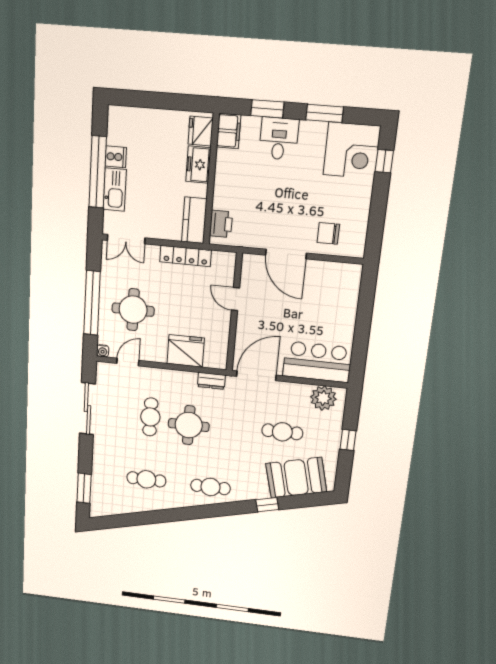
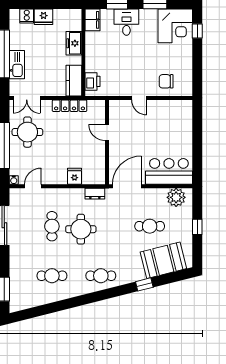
fridge: (201, 131) -> (44, 17), moved, turned -90
cooker: (116, 157) -> (27, 16), moved, turned 90
door: (286, 254) -> (139, 98), width x0.53
round table: (133, 310) -> (27, 132), moved
fridge: (186, 351) -> (74, 176), width x0.53, depth x0.75

